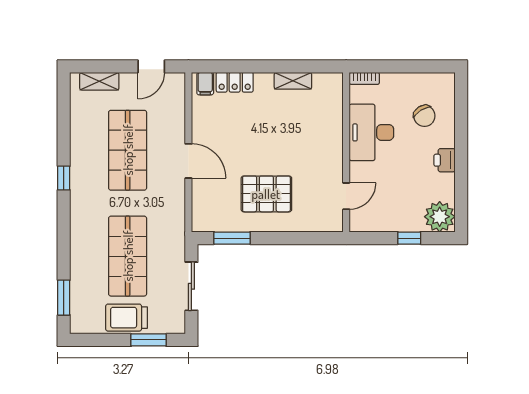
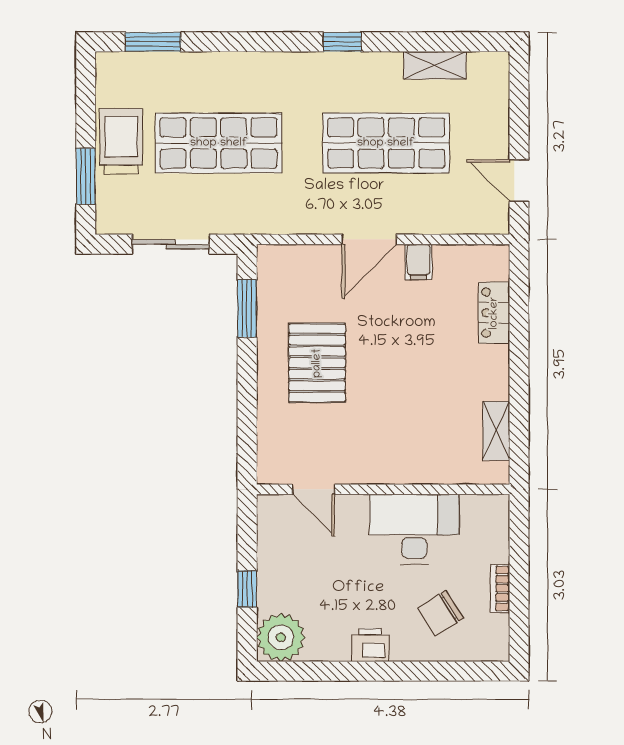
bookcase: (364, 78) -> (500, 588), moved
shelving: (99, 81) -> (435, 65), moved, turned 90
shelving: (293, 81) -> (496, 431), moved
filing cabinet: (205, 84) -> (418, 262), moved, turned -90

